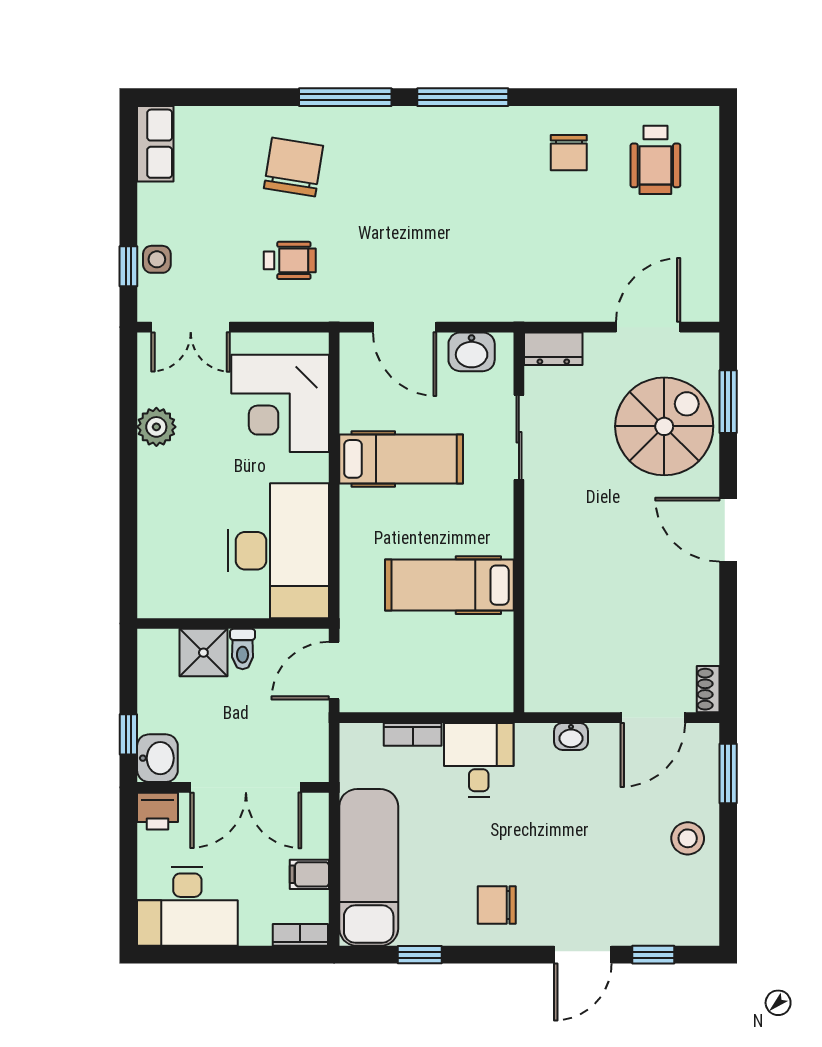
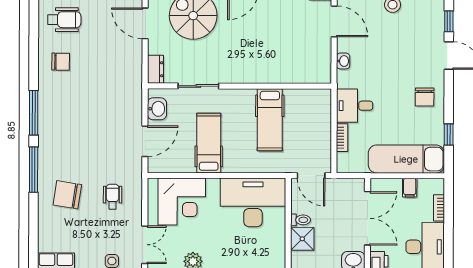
bookcase: (300, 935) -> (439, 208), moved

